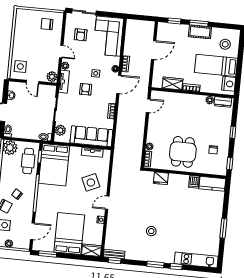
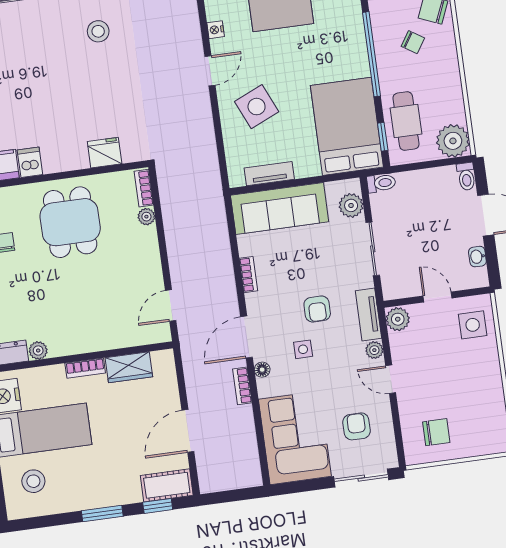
cot: (200, 32) -> (167, 485), moved

